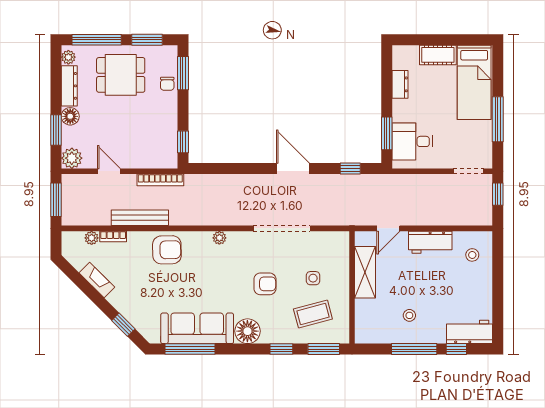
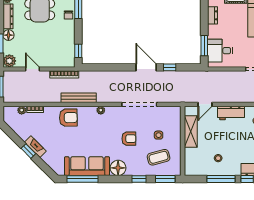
window: (350, 169) -> (170, 67), moved
bench: (140, 218) -> (79, 98), moved
fireplace: (97, 280) -> (35, 147), moved
window: (123, 325) -> (28, 151), moved

